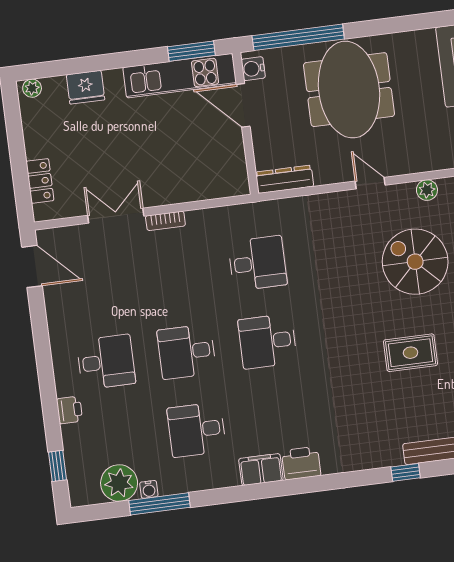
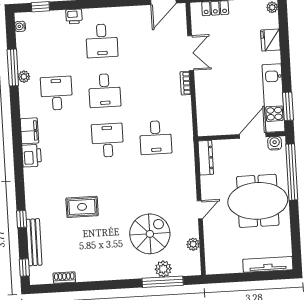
desk: (187, 352) -> (105, 91), turned 180
rug: (411, 353) -> (82, 207), moved, turned 90
plant: (119, 483) -> (24, 77), moved, width x0.53, depth x0.53
water cooler: (149, 489) -> (20, 26), moved

